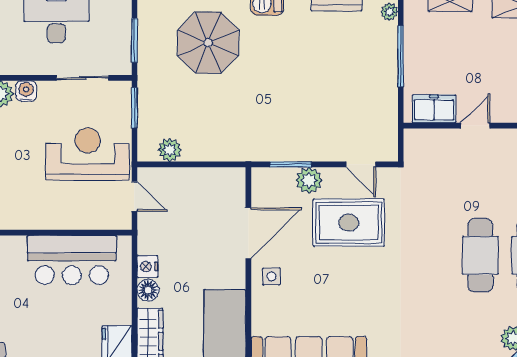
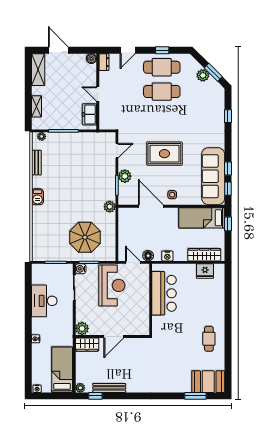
parasol: (208, 43) -> (85, 237), moved
water cooler: (26, 91) -> (81, 269), moved
plant: (170, 150) -> (110, 207), moved
reception desk: (88, 154) -> (112, 285), turned 180
door: (134, 197) -> (133, 262), hinge flipped
rug: (349, 223) -> (164, 154), moved, turned 90
floor lamp: (148, 290) -> (148, 256), moved

